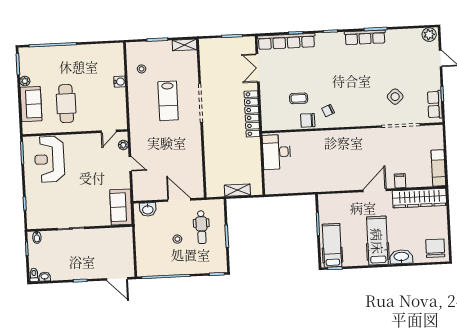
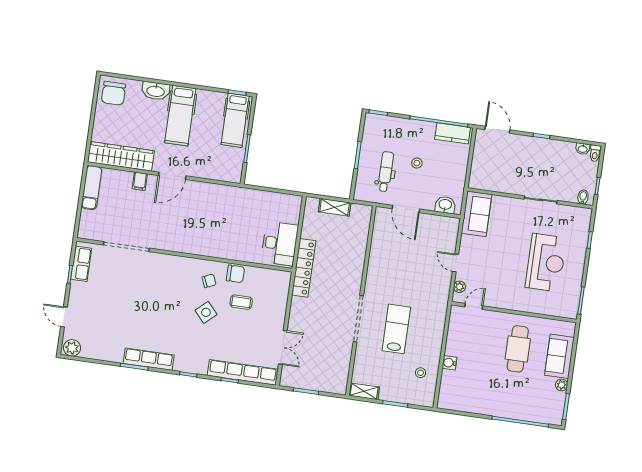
side table: (395, 97) -> (206, 312), moved
locker: (252, 114) -> (304, 268), moved
reception desk: (49, 159) -> (546, 263), moved
kitchen counter: (153, 269) -> (453, 133), added

